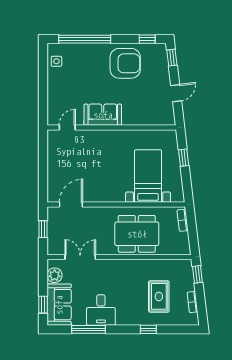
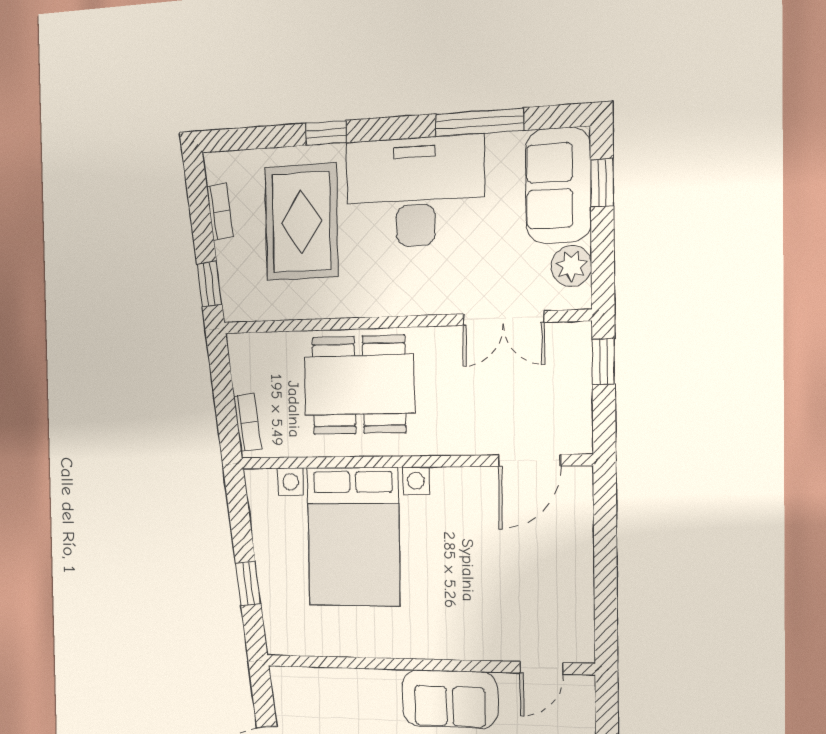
bed with nightstands: (148, 176) -> (354, 537), width x1.36
window: (43, 229) -> (604, 362), moved
rug: (159, 296) -> (301, 222), width x1.36, depth x1.43
desk: (101, 310) -> (415, 192), width x1.87, depth x1.30

